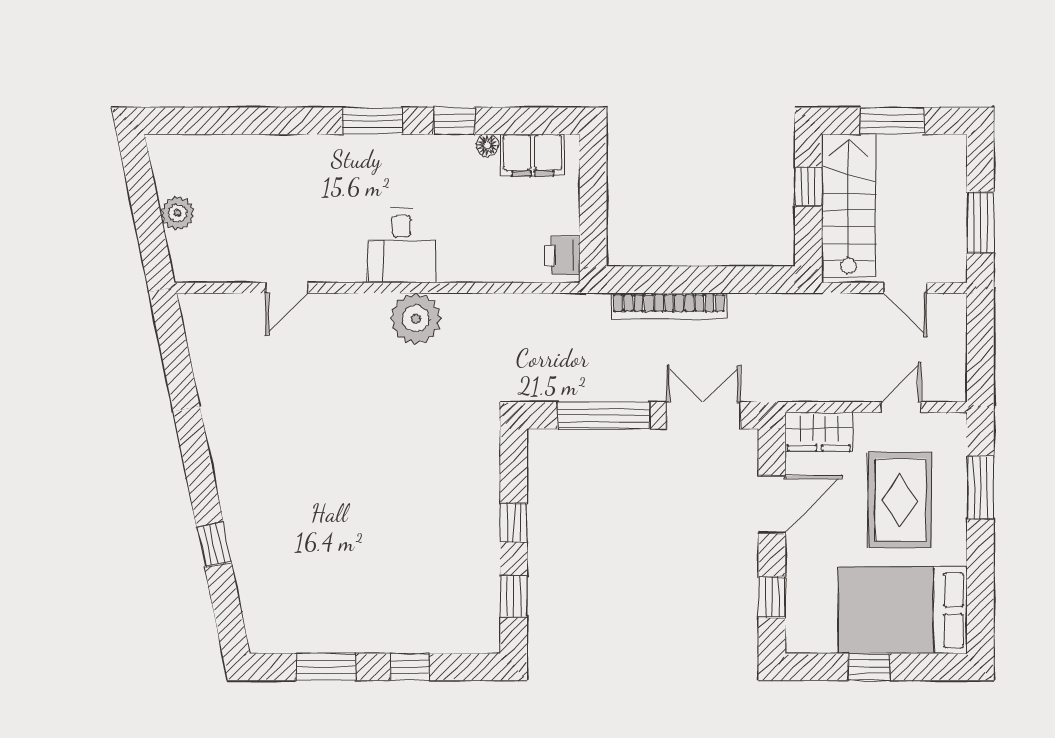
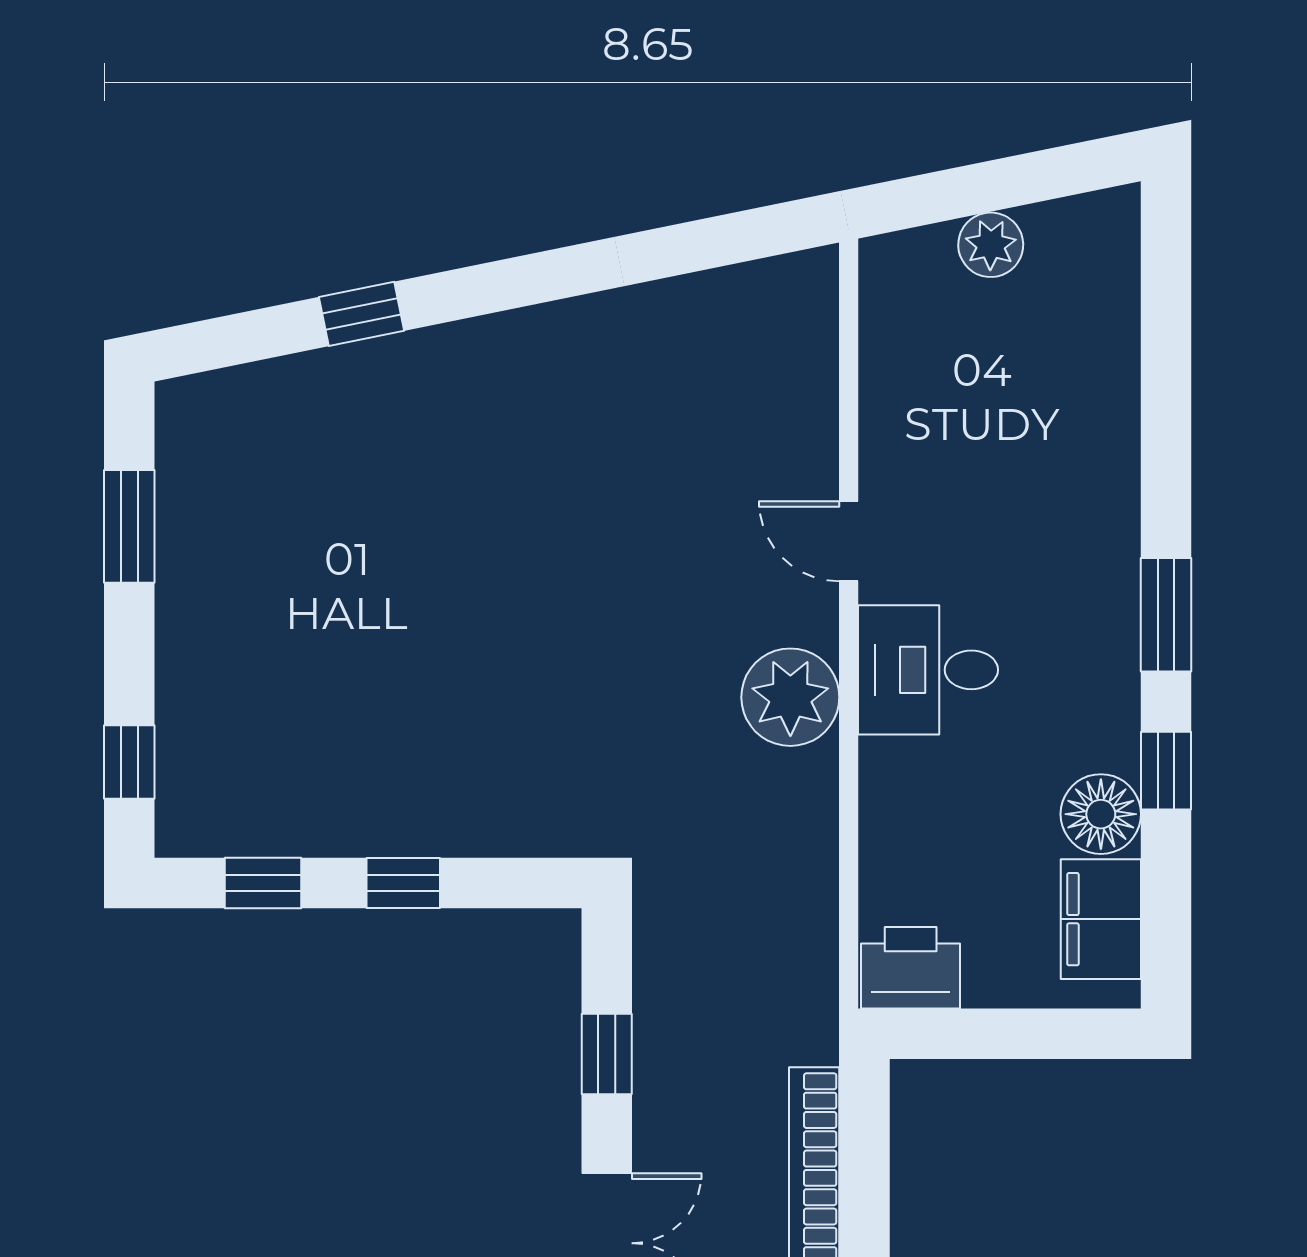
floor lamp: (487, 145) -> (1101, 814), width x1.89, depth x1.89
printer: (563, 255) -> (911, 968), width x1.36, depth x1.24
door: (287, 288) -> (849, 541), moved
window: (604, 415) -> (607, 1054), width x0.46
window: (410, 667) -> (129, 762), moved

